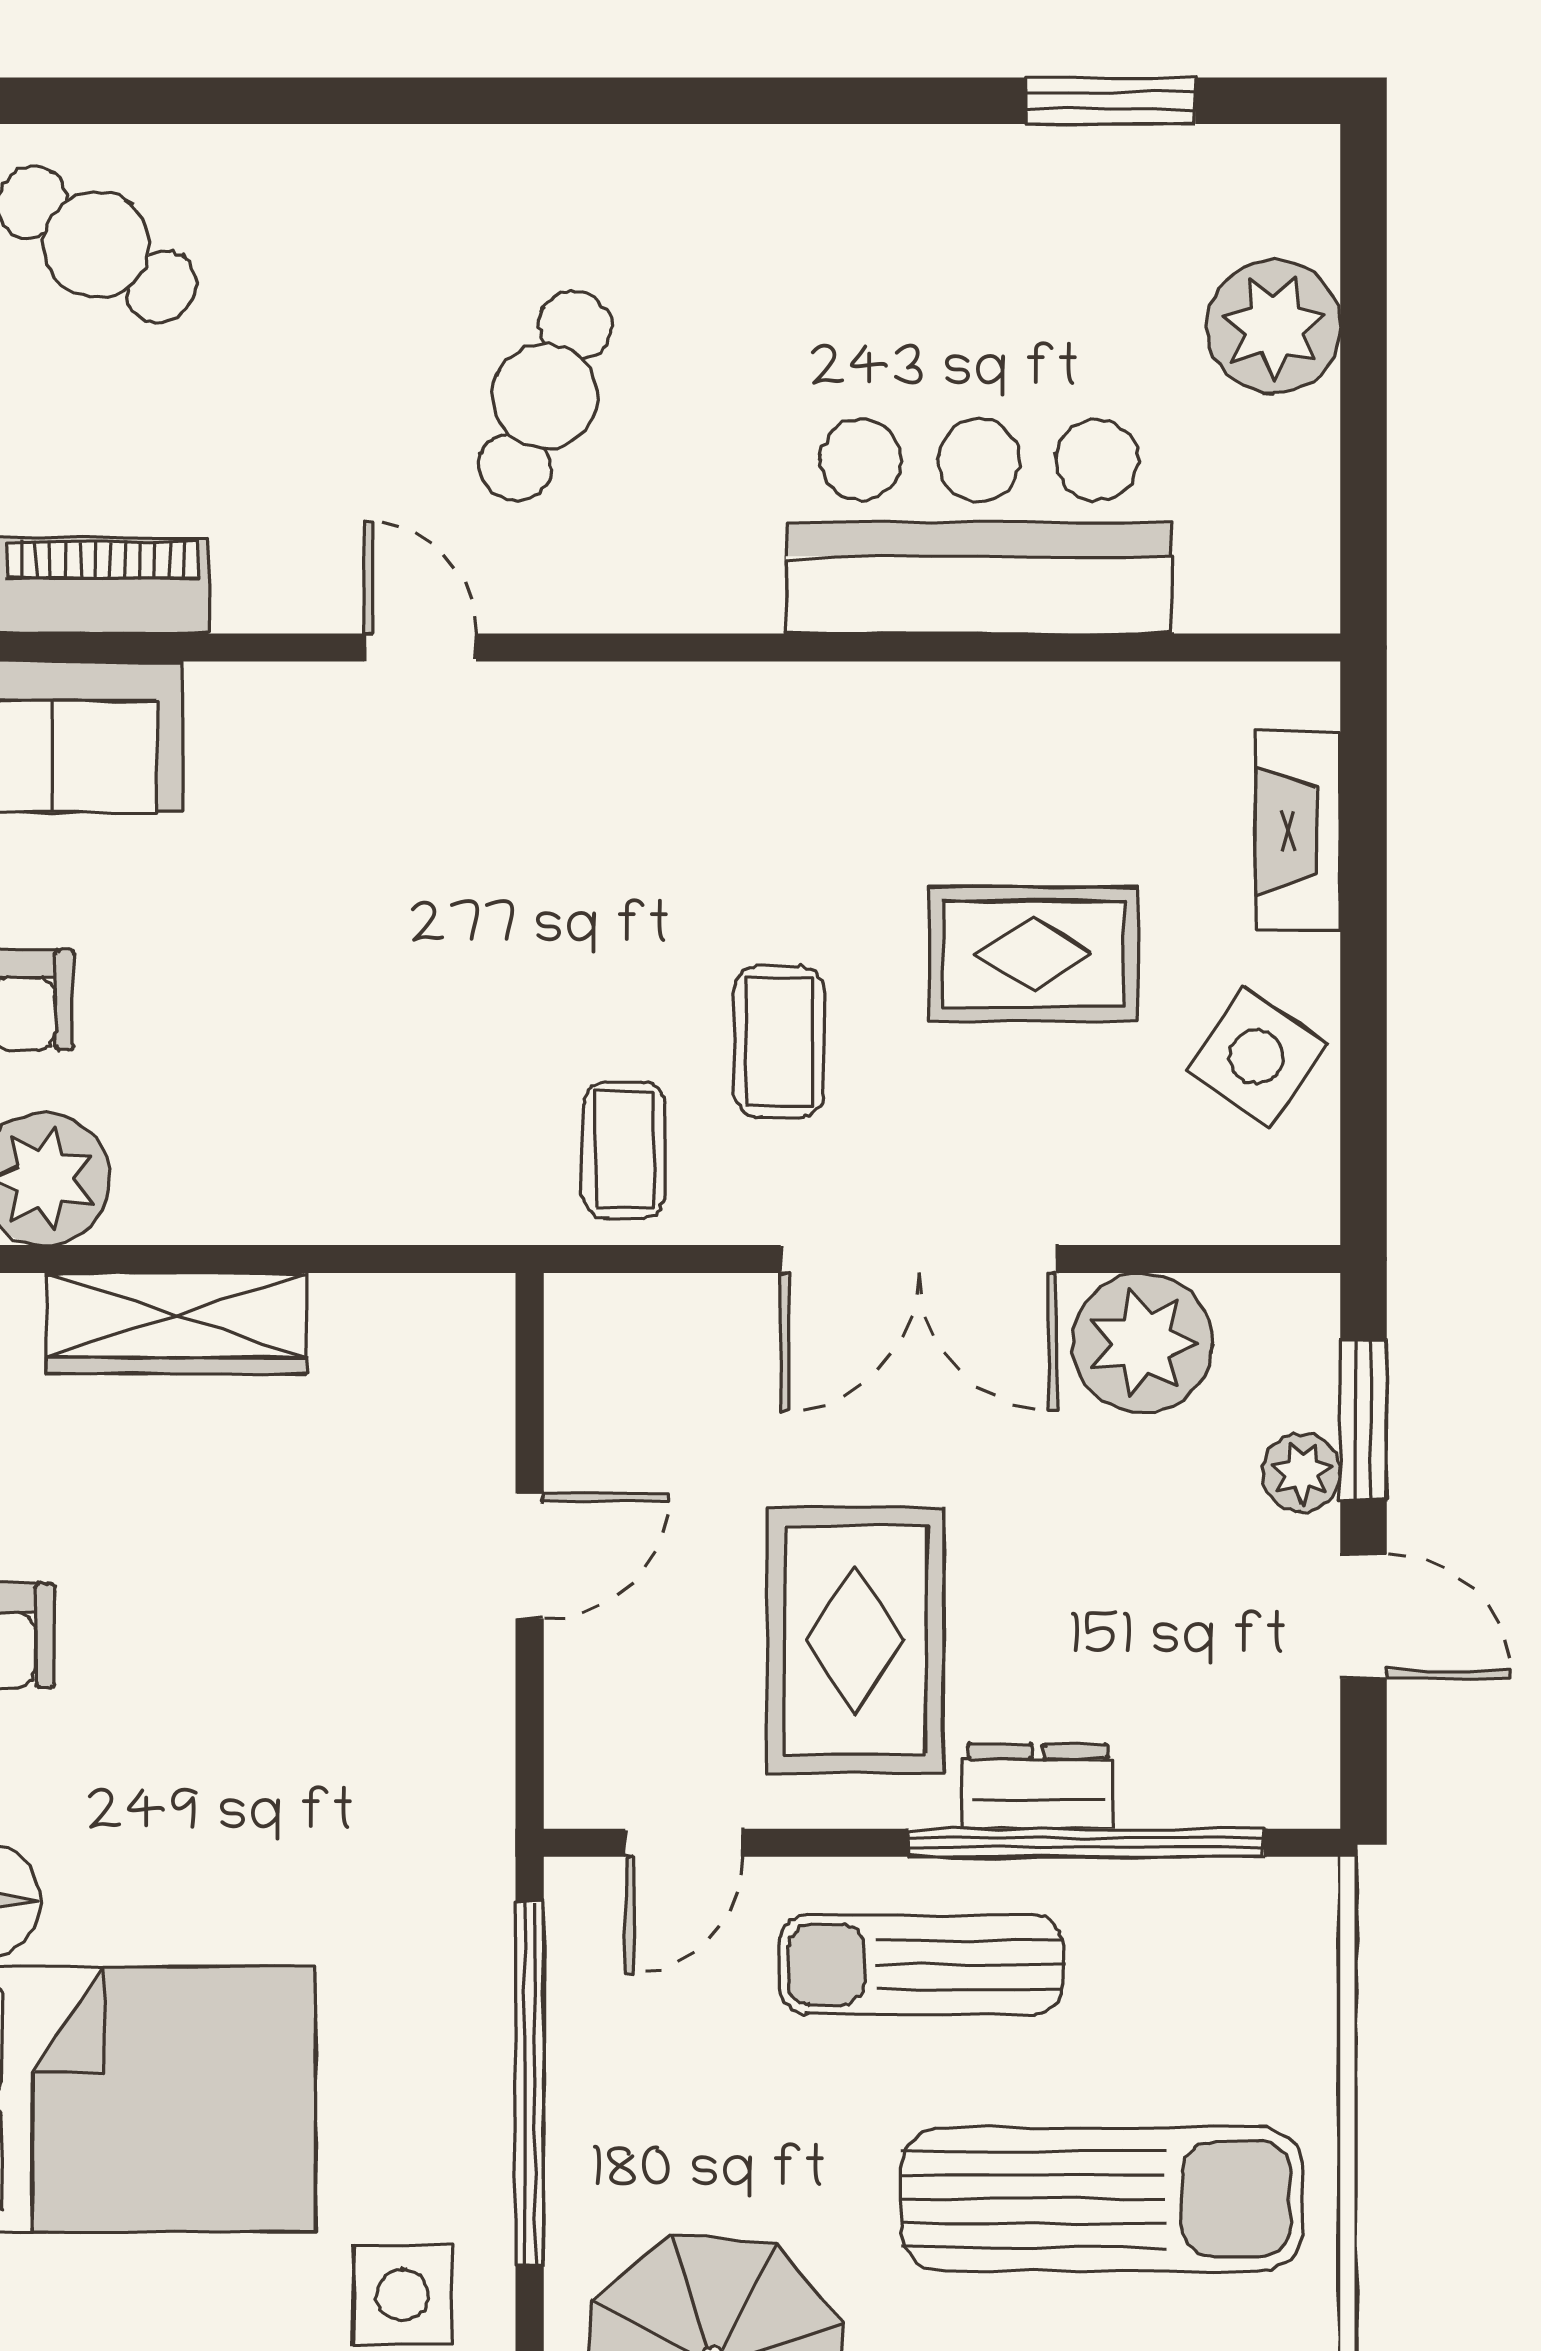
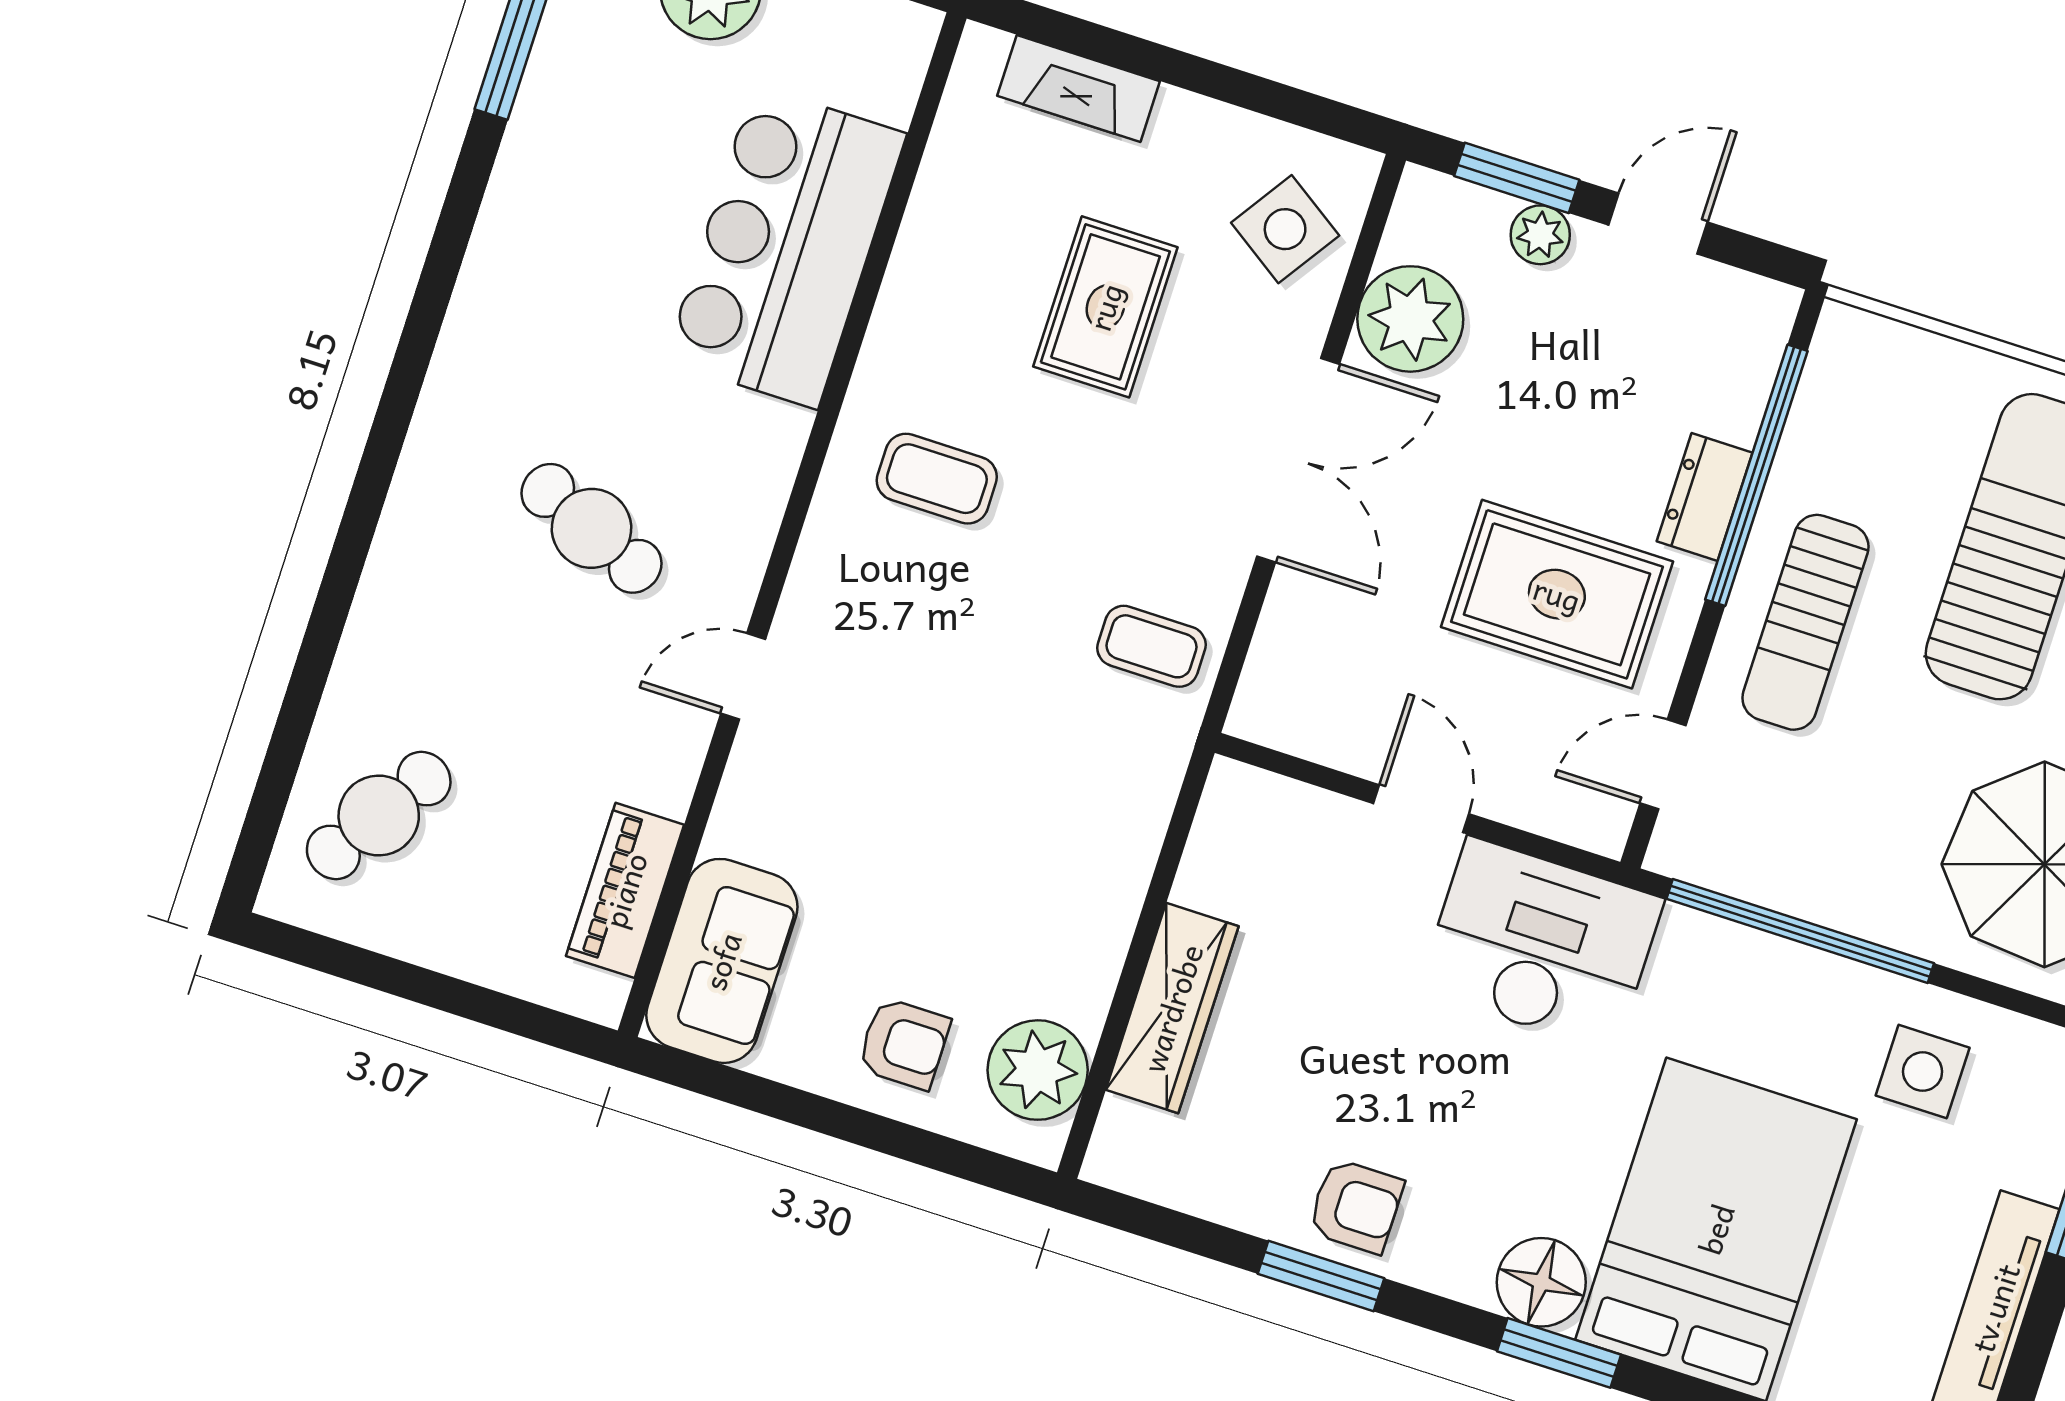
coffee table: (779, 1042) -> (937, 479), moved
side table: (1257, 1057) -> (1285, 229), moved
desk: (407, 1763) -> (1541, 944), added
door: (684, 1843) -> (1663, 764), swing flipped

